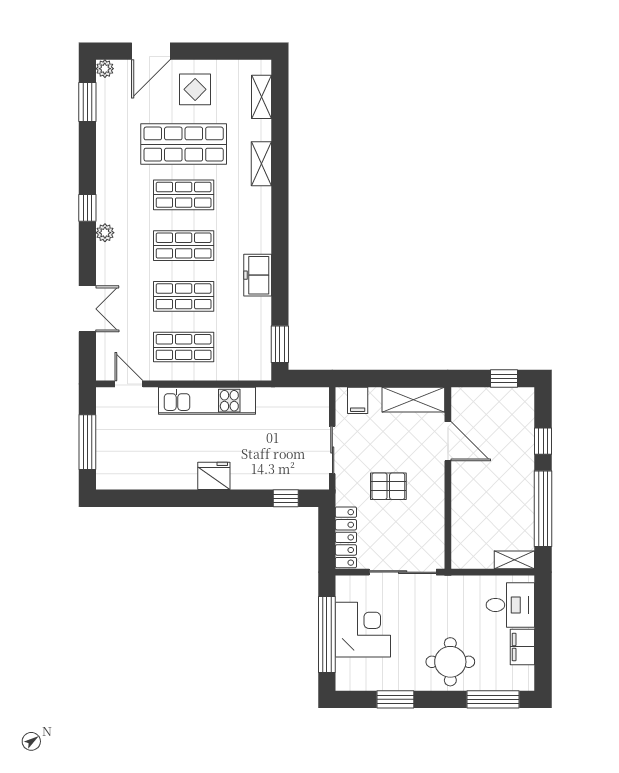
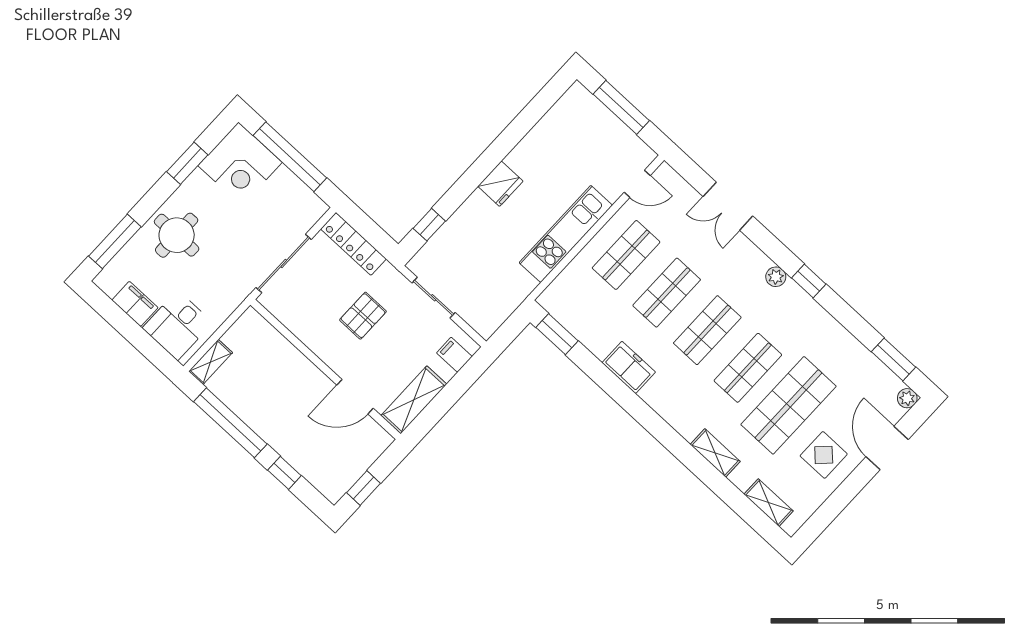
corner desk: (363, 630) -> (240, 164), moved

